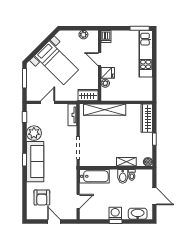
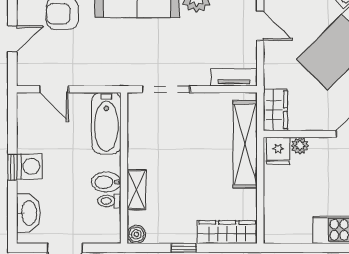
fridge: (108, 73) -> (278, 151), moved

